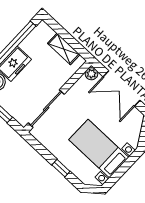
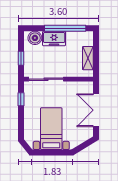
plant: (91, 74) -> (89, 86), removed
window: (61, 168) -> (21, 99), moved

